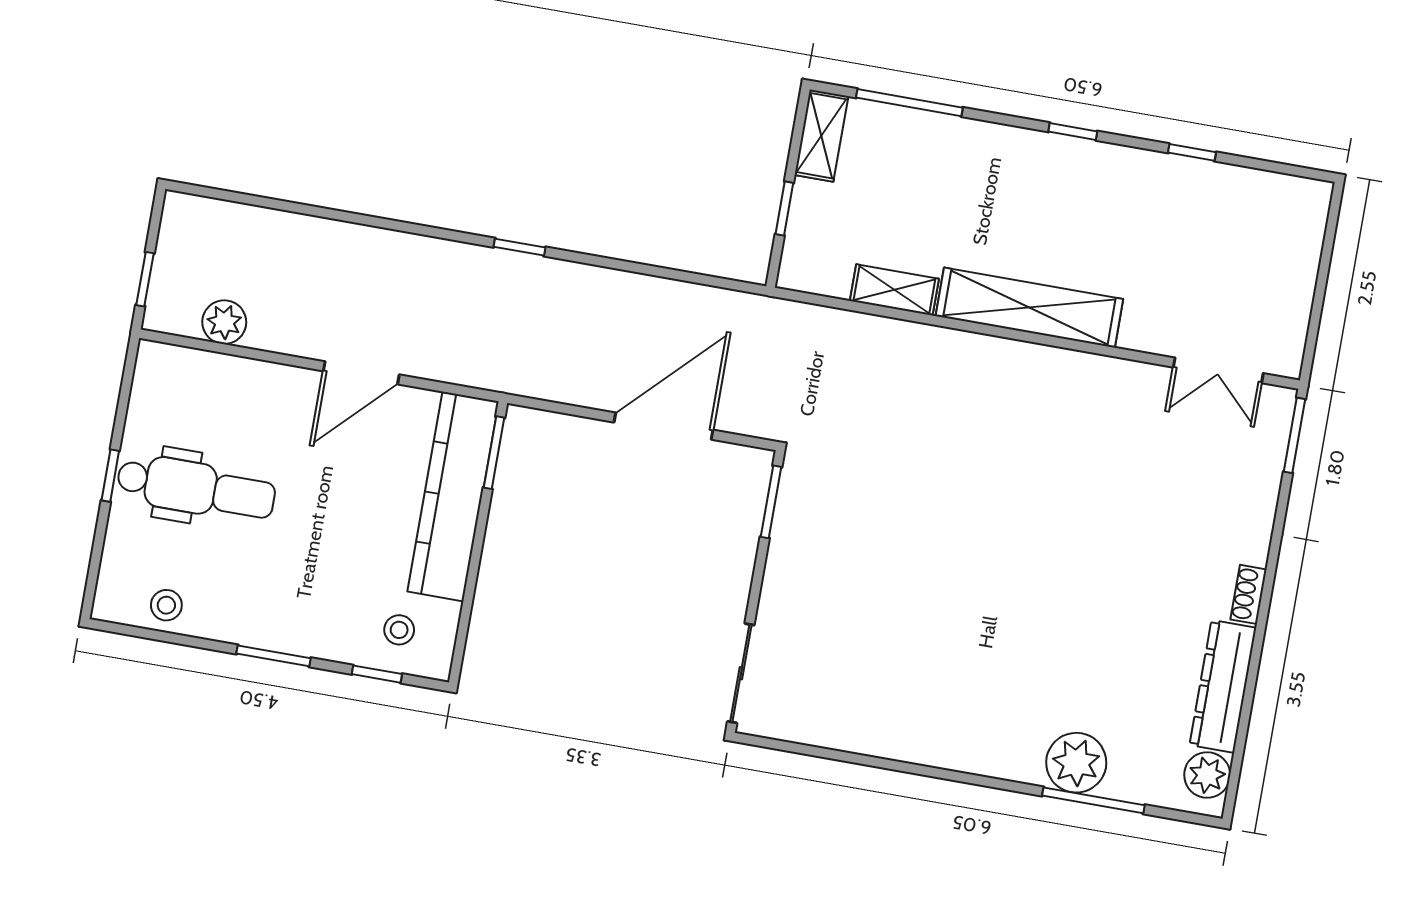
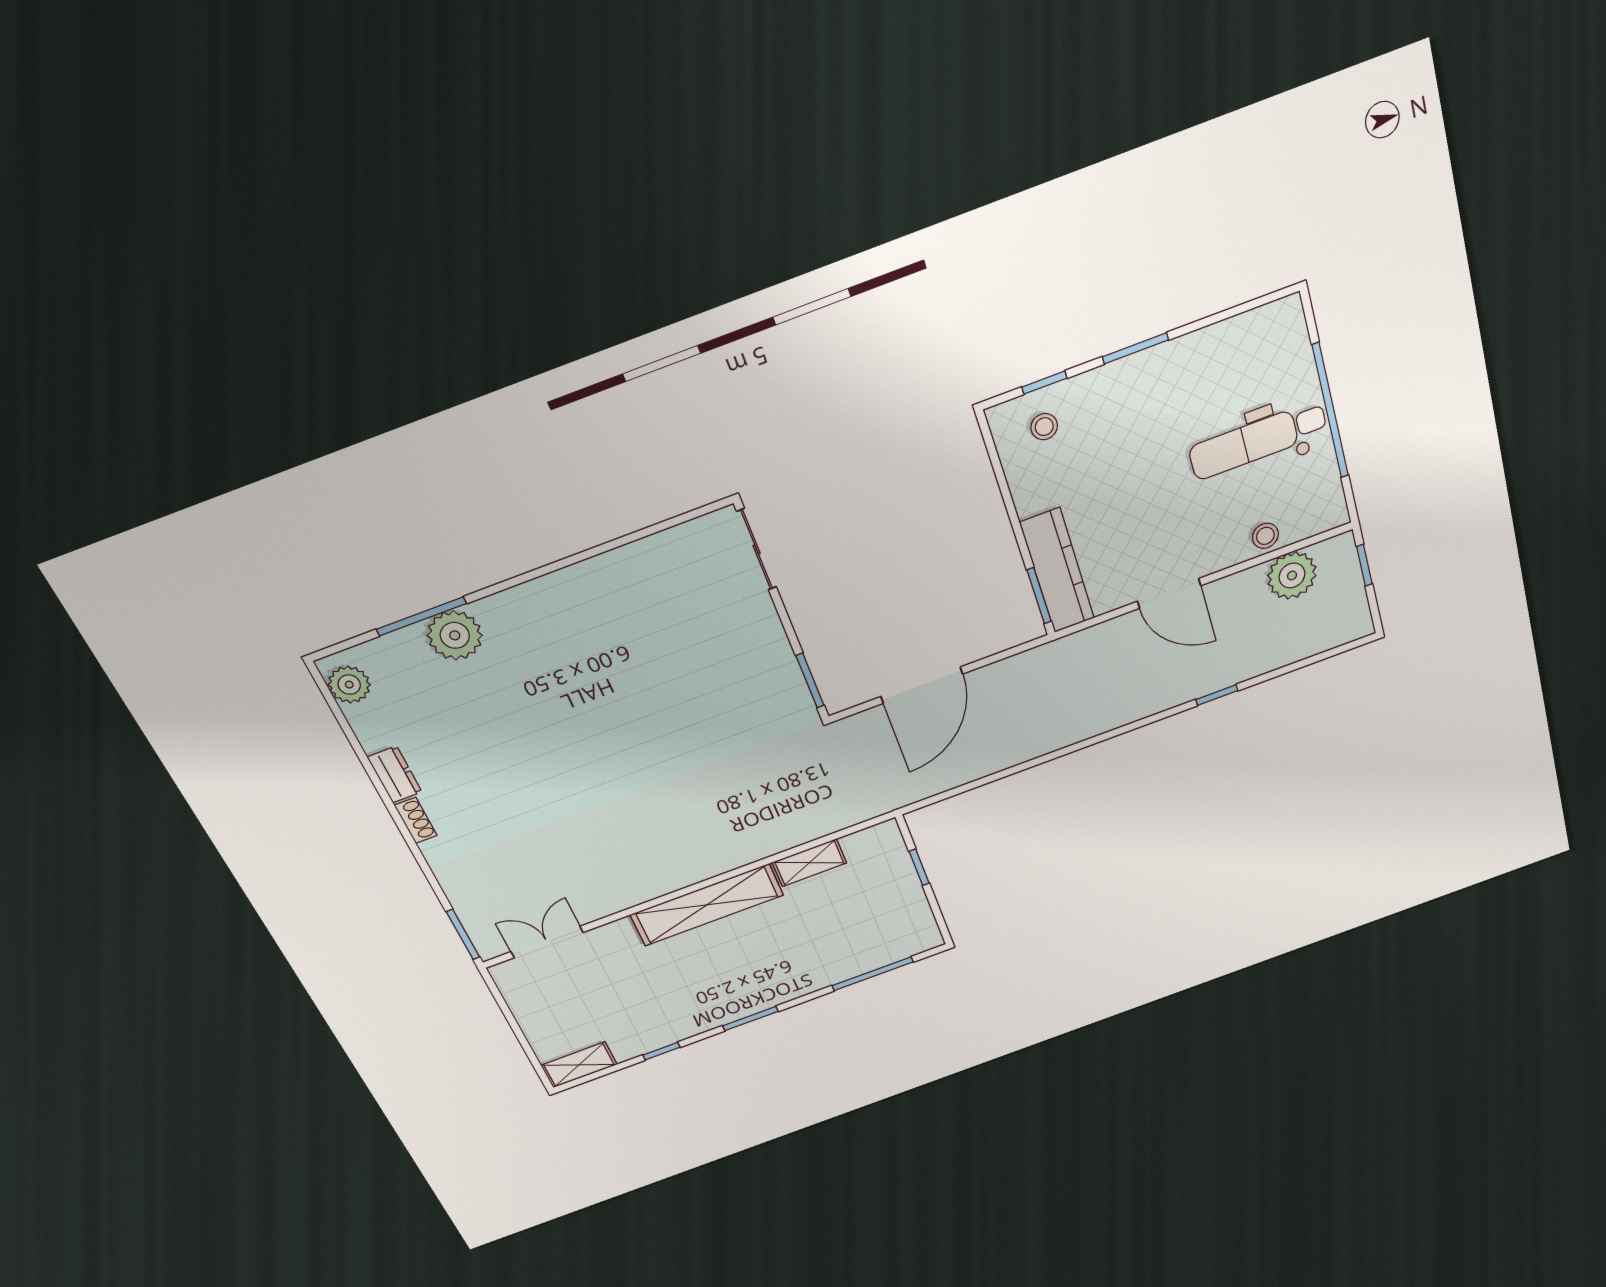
window: (1073, 131) -> (750, 1019), width x1.50
shelving: (821, 136) -> (579, 1065), moved, turned 90
window: (520, 247) -> (1217, 695), moved
plant: (224, 322) -> (1292, 576), width x1.36, depth x1.36
door: (361, 373) -> (1169, 593), swing flipped
window: (110, 476) -> (1330, 411), width x3.17
kitchen counter: (453, 496) -> (1057, 571), width x0.72, depth x0.86
stool: (166, 605) -> (1265, 536), moved
dresser: (1223, 686) -> (395, 774), width x0.51, depth x0.80

